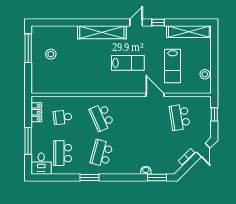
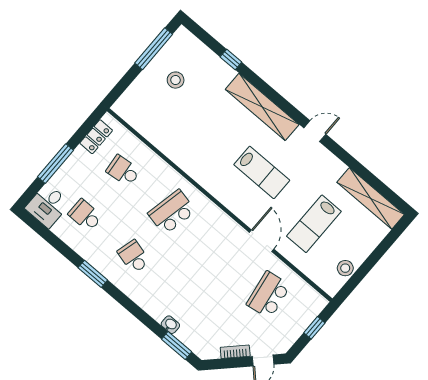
window: (158, 22) -> (231, 59), moved
school desk: (102, 117) -> (172, 212), turned 36
school desk: (63, 153) -> (85, 215), width x0.54
school desk: (102, 153) -> (134, 257), width x0.54

